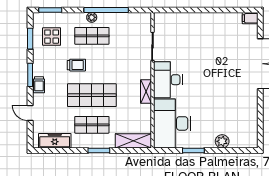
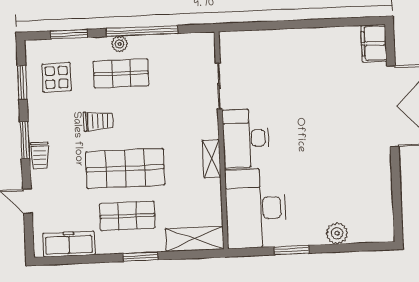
window: (50, 10) -> (69, 34), moved
filing cabinet: (250, 18) -> (374, 43), width x2.00

